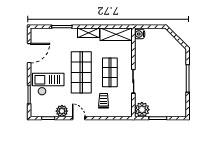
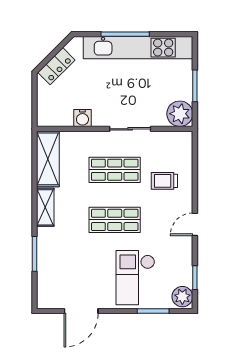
water cooler: (140, 34) -> (82, 118), moved
locker: (169, 39) -> (56, 66), added
door: (29, 53) -> (81, 311), swing flipped
shop shelf: (81, 72) -> (115, 220), width x0.70, depth x0.74
kitchen unit: (180, 86) -> (138, 48), added
plant: (62, 111) -> (182, 297), moved

